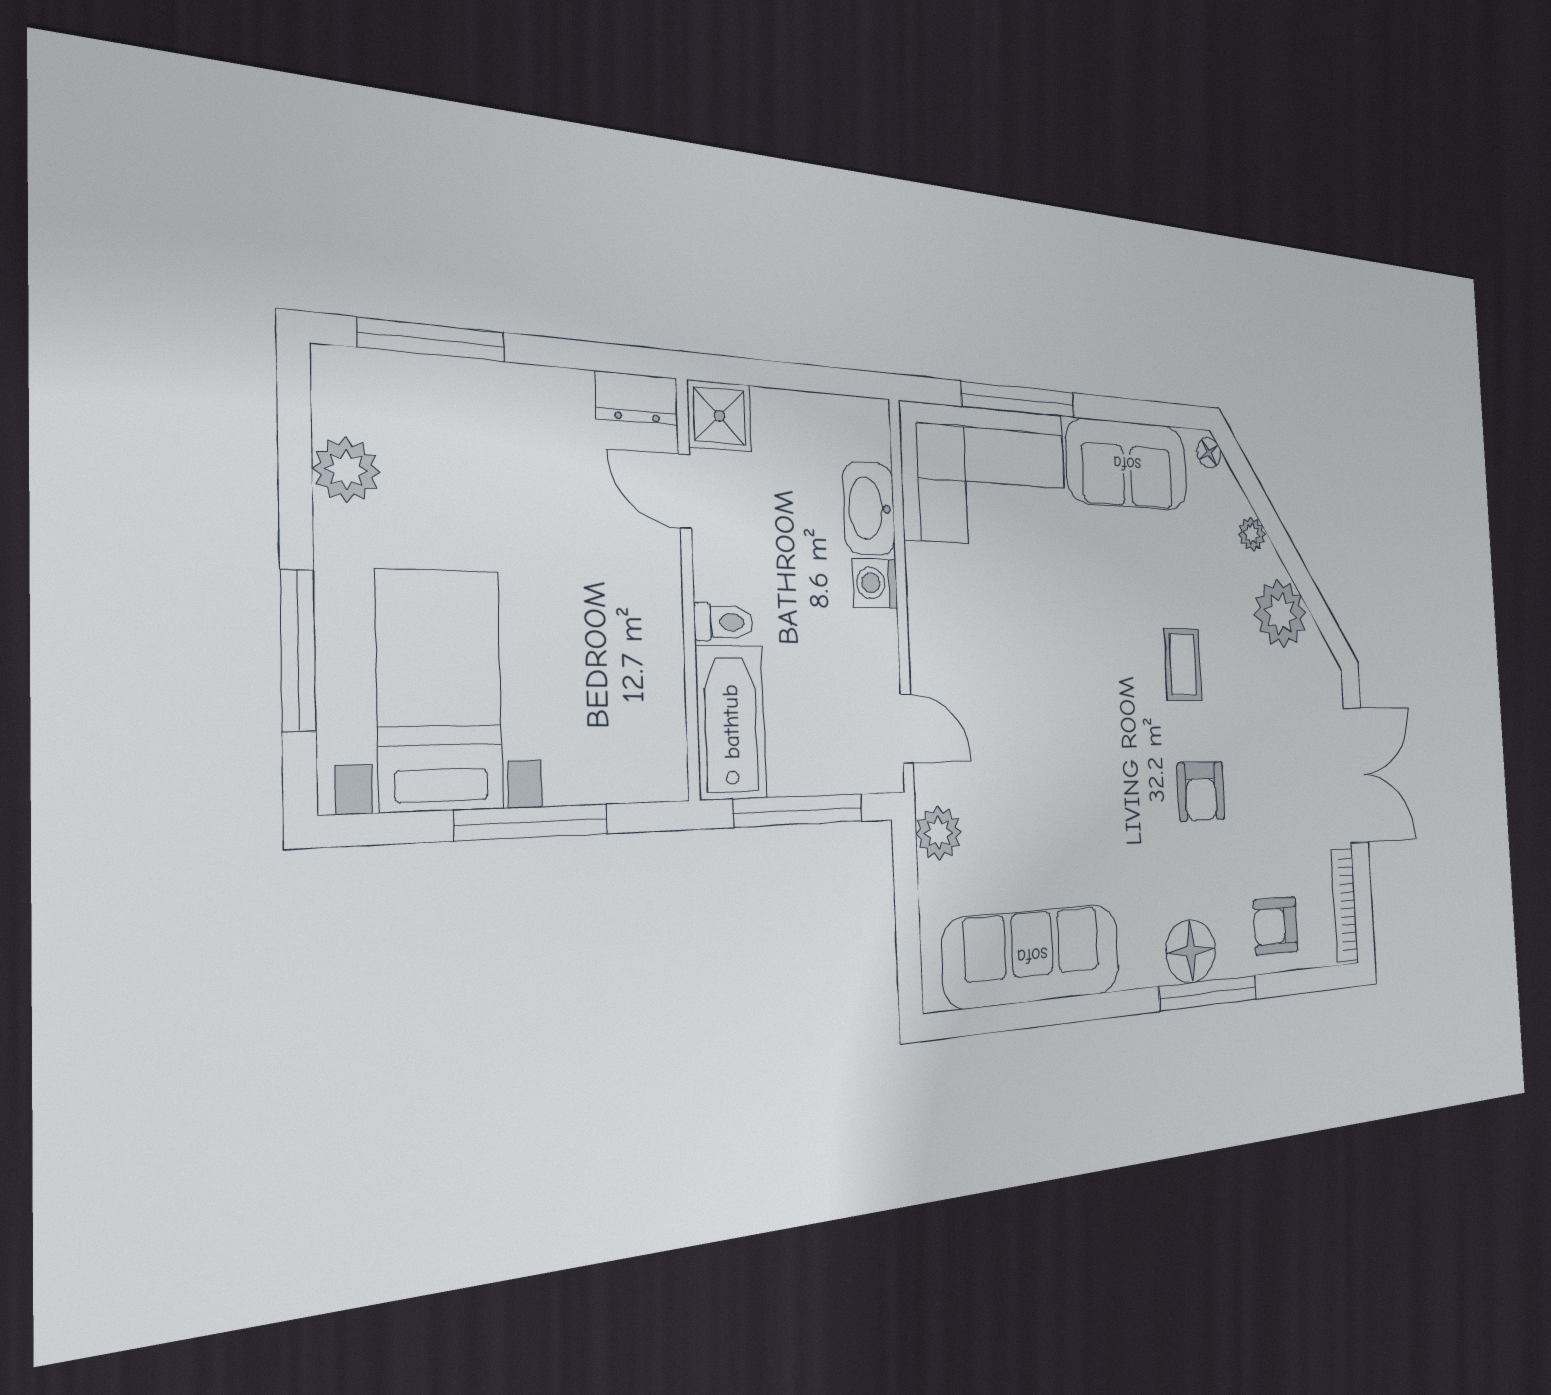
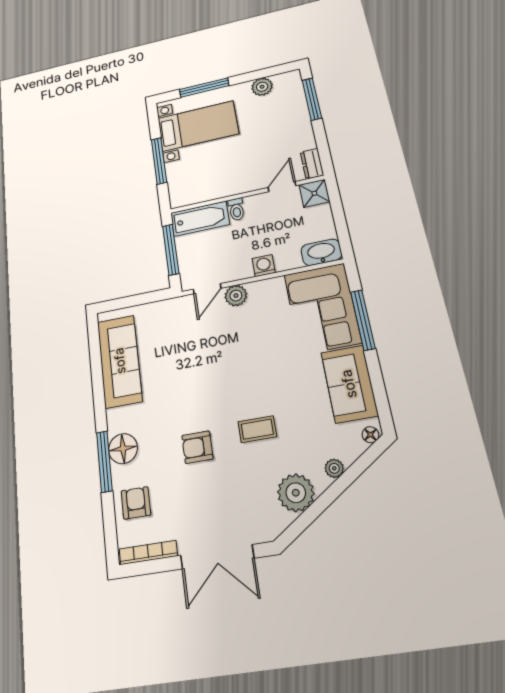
washbasin: (869, 508) -> (321, 252), moved
plant: (939, 833) -> (236, 296), moved

